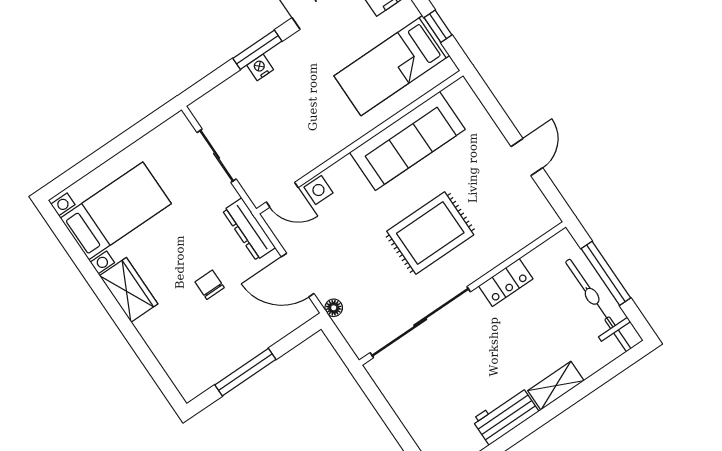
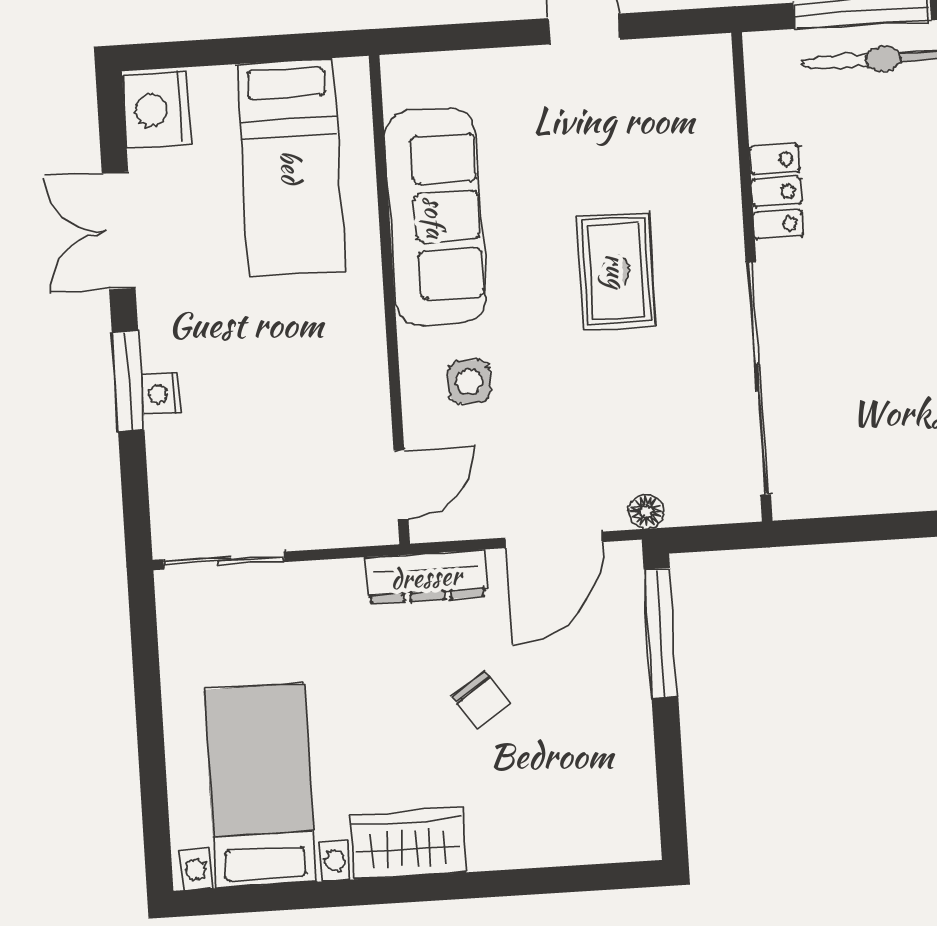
window: (438, 26) -> (271, 49), removed
sliding door: (217, 156) -> (224, 561), moved
side table: (318, 190) -> (469, 382), moved
rug: (430, 233) -> (616, 271), width x0.73, depth x0.70
chair: (210, 285) -> (481, 700), turned -124
window: (245, 372) -> (661, 633), moved

